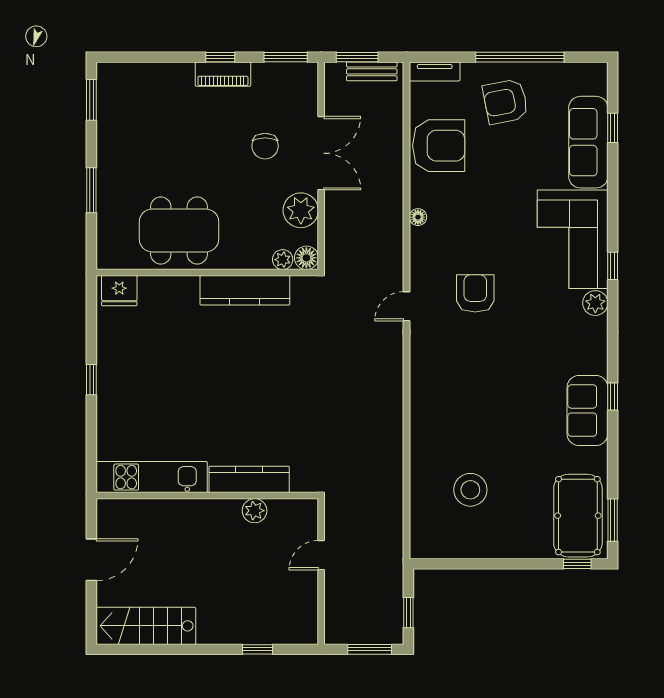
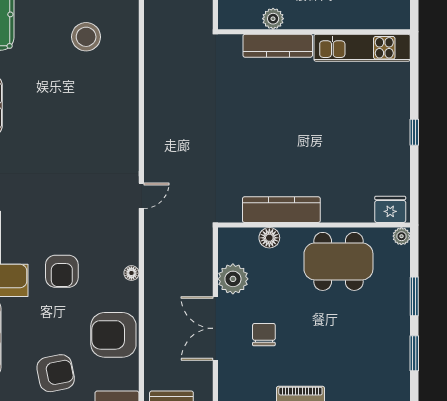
window: (91, 100) -> (414, 353), moved
floor lamp: (306, 258) -> (269, 238), moved
plant: (283, 260) -> (401, 236), moved
armchair: (475, 293) -> (62, 271), moved

